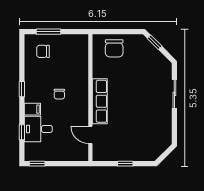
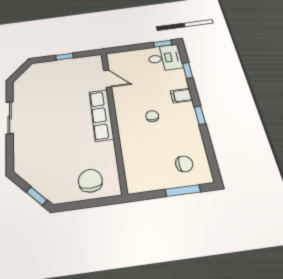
sliding door: (174, 94) -> (10, 118), moved
desk: (38, 129) -> (165, 58), moved

